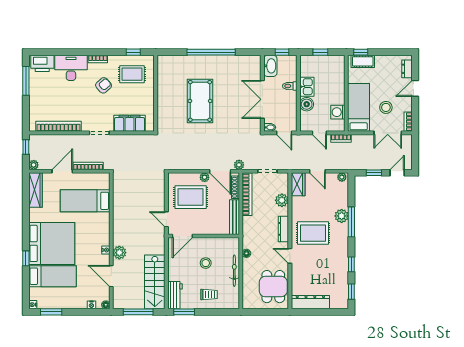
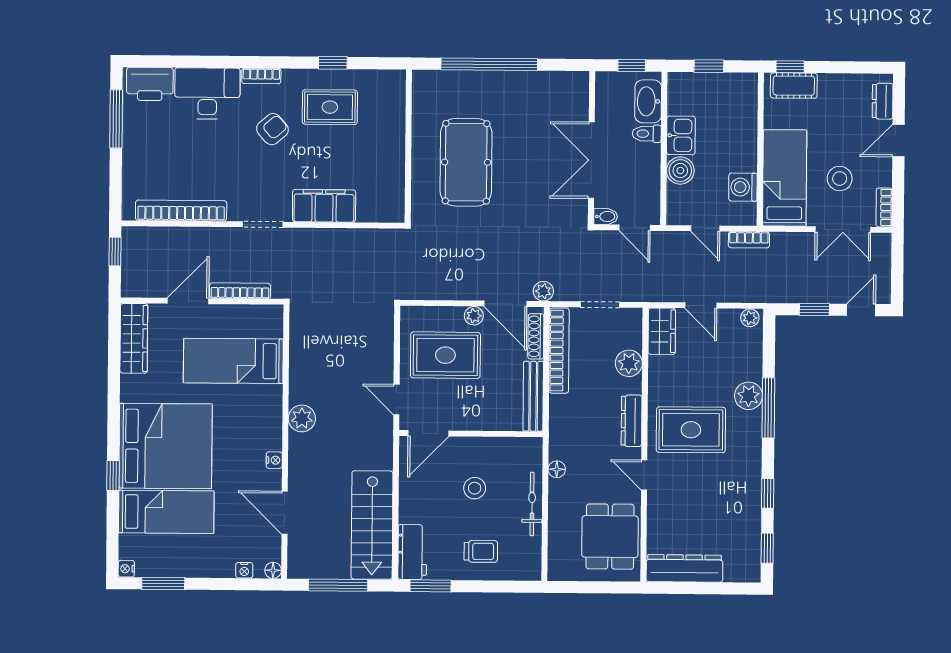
washbasin: (270, 66) -> (648, 101), moved, turned 180
wall: (156, 93) -> (408, 146), moved
plant: (34, 165) -> (131, 288), removed
plant: (119, 253) -> (302, 418), moved

